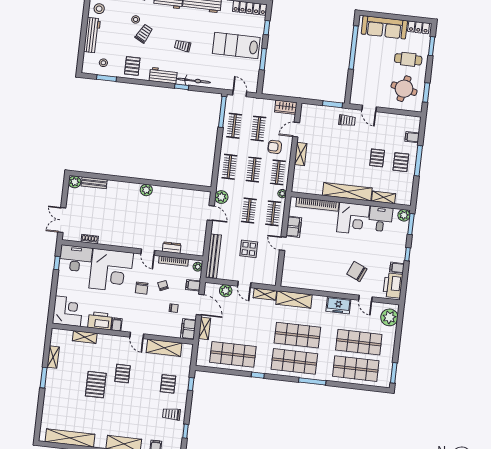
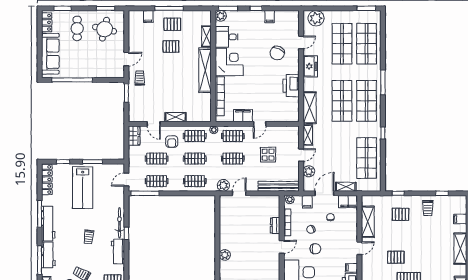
printer: (393, 285) -> (291, 86), moved, turned 90

